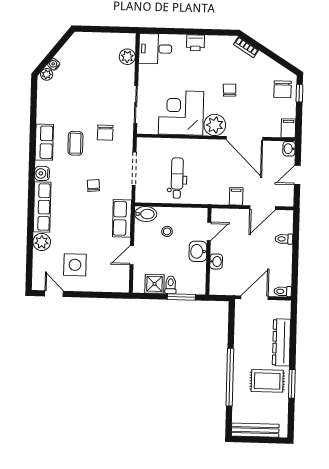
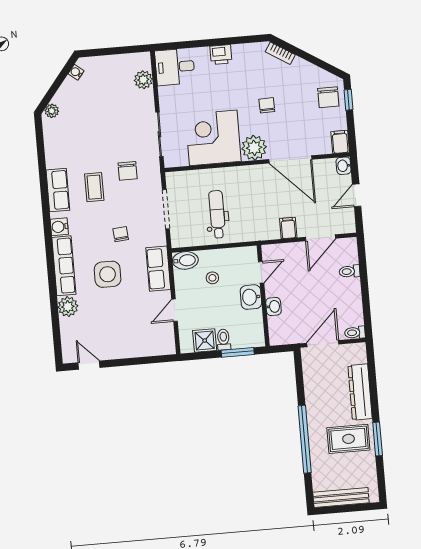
water cooler: (54, 64) -> (76, 72), moved
side table: (75, 265) -> (108, 274), moved

